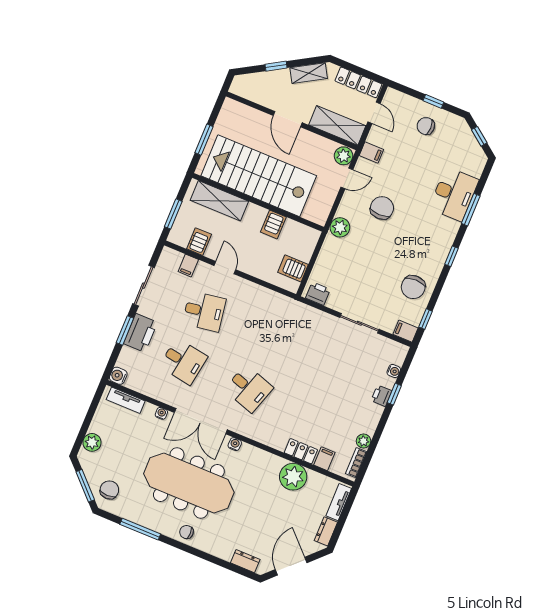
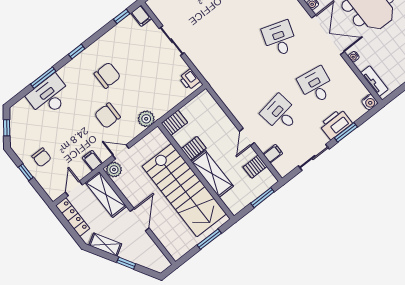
shelving: (219, 201) -> (212, 174), moved
server rack: (293, 268) -> (174, 123), moved, turned -90
chair: (413, 287) -> (107, 75), moved

